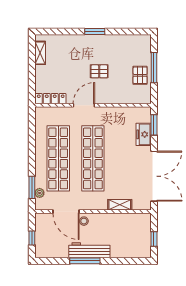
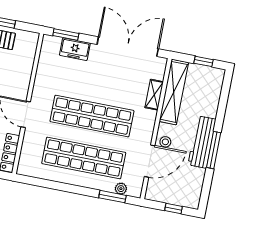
shelving: (125, 220) -> (174, 92), added

